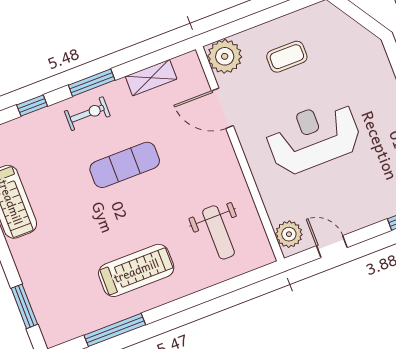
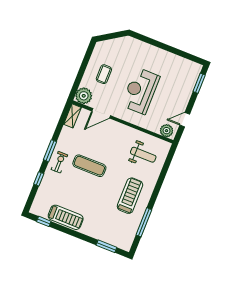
shelving: (151, 78) -> (72, 116), moved
exercise mat: (125, 165) -> (89, 166), turned 90

